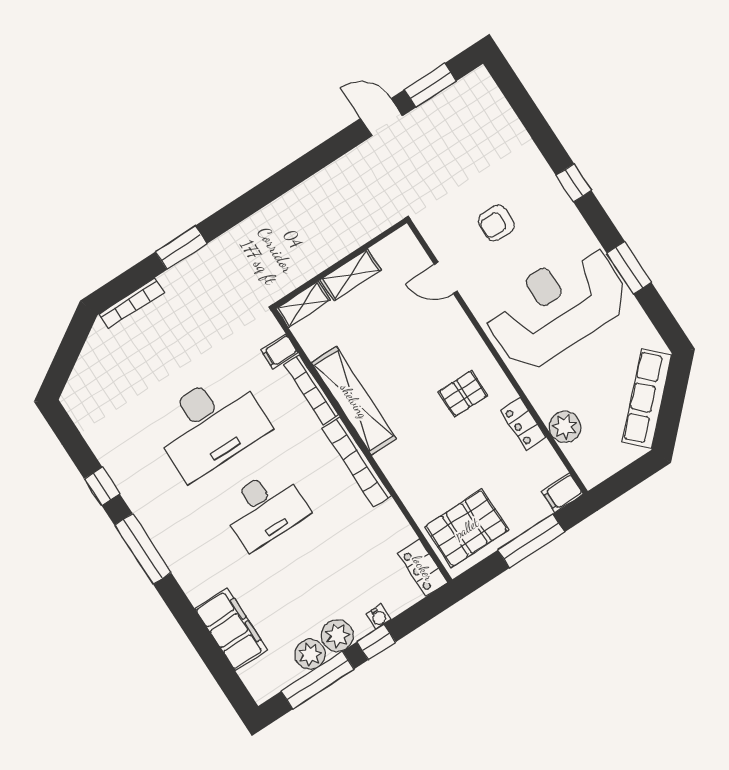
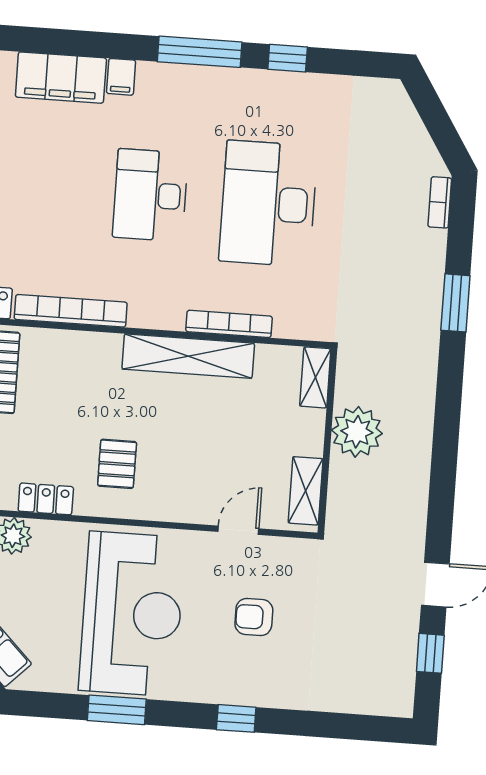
window: (430, 85) -> (430, 653), width x0.67
armchair: (496, 223) -> (254, 617), turned -90
plant: (319, 248) -> (357, 432), added
shelving: (351, 275) -> (306, 491), moved
bookcase: (132, 303) -> (440, 202), width x0.64
filing cabinet: (279, 351) -> (121, 77), moved, turned 180
bookcase: (357, 462) -> (71, 311), moved

